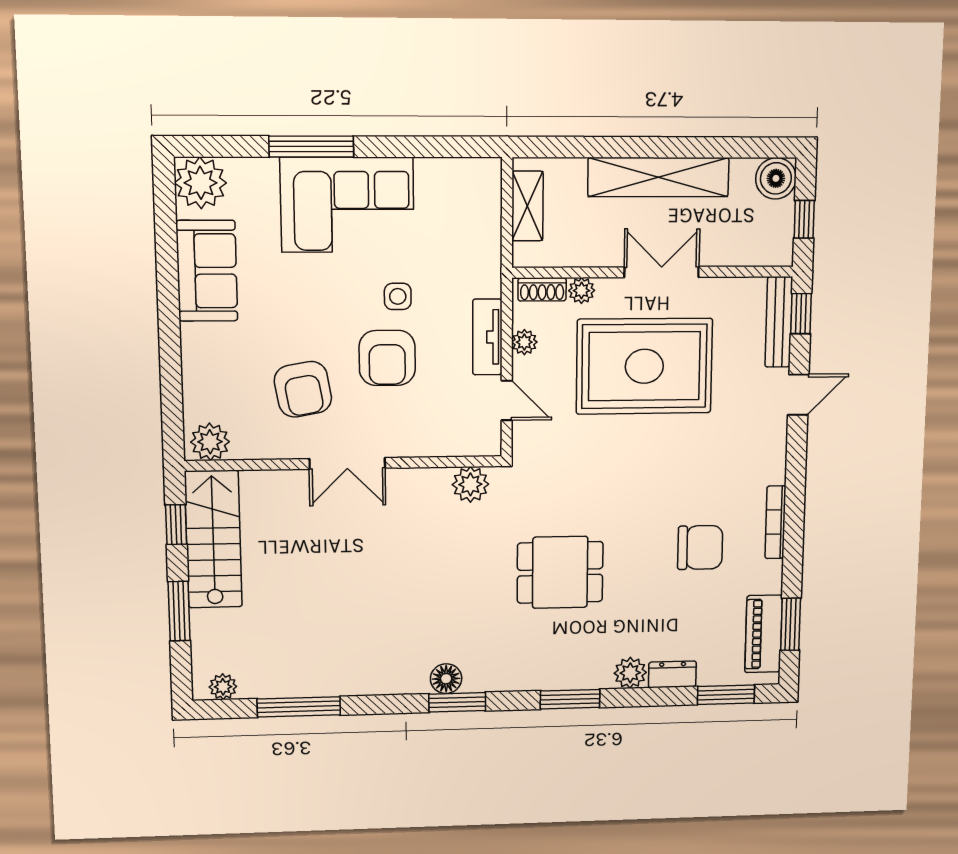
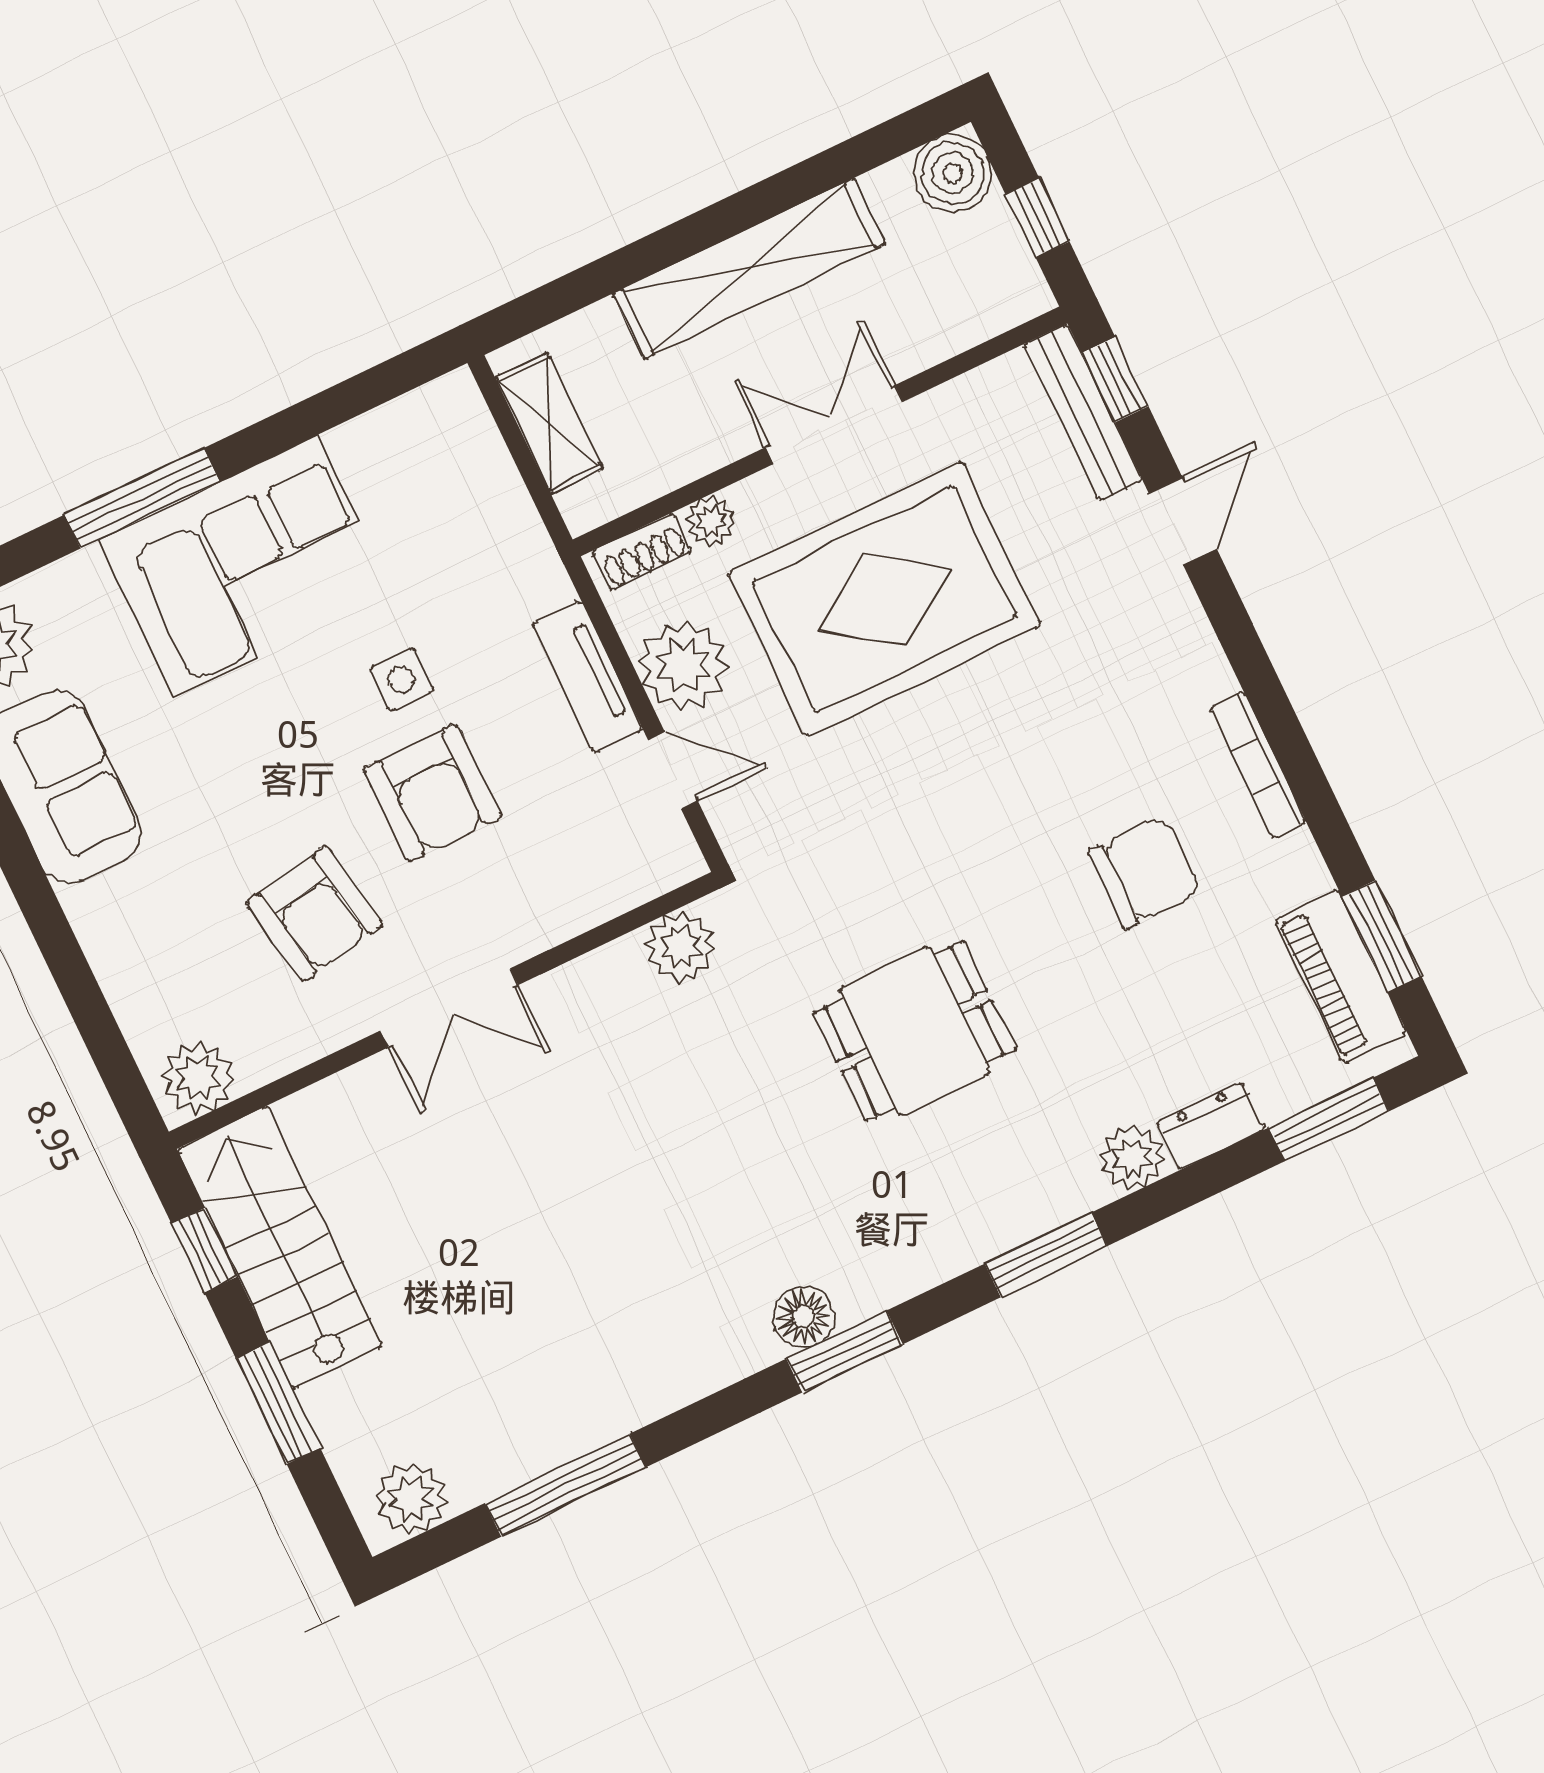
plant: (524, 342) -> (683, 666), width x1.88, depth x1.88
plant: (223, 687) -> (411, 1498), width x1.38, depth x1.38

